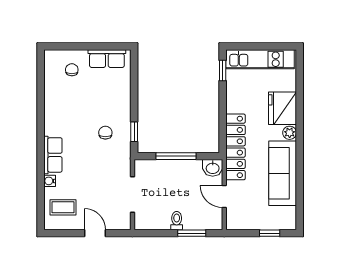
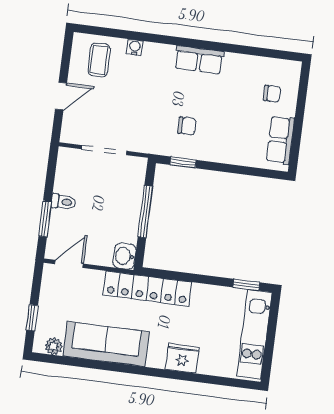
fridge: (282, 108) -> (182, 358), width x0.73, depth x0.75
plant: (290, 133) -> (54, 346), moved
row of seats: (53, 155) -> (199, 60), moved
door: (224, 196) -> (69, 264), moved

